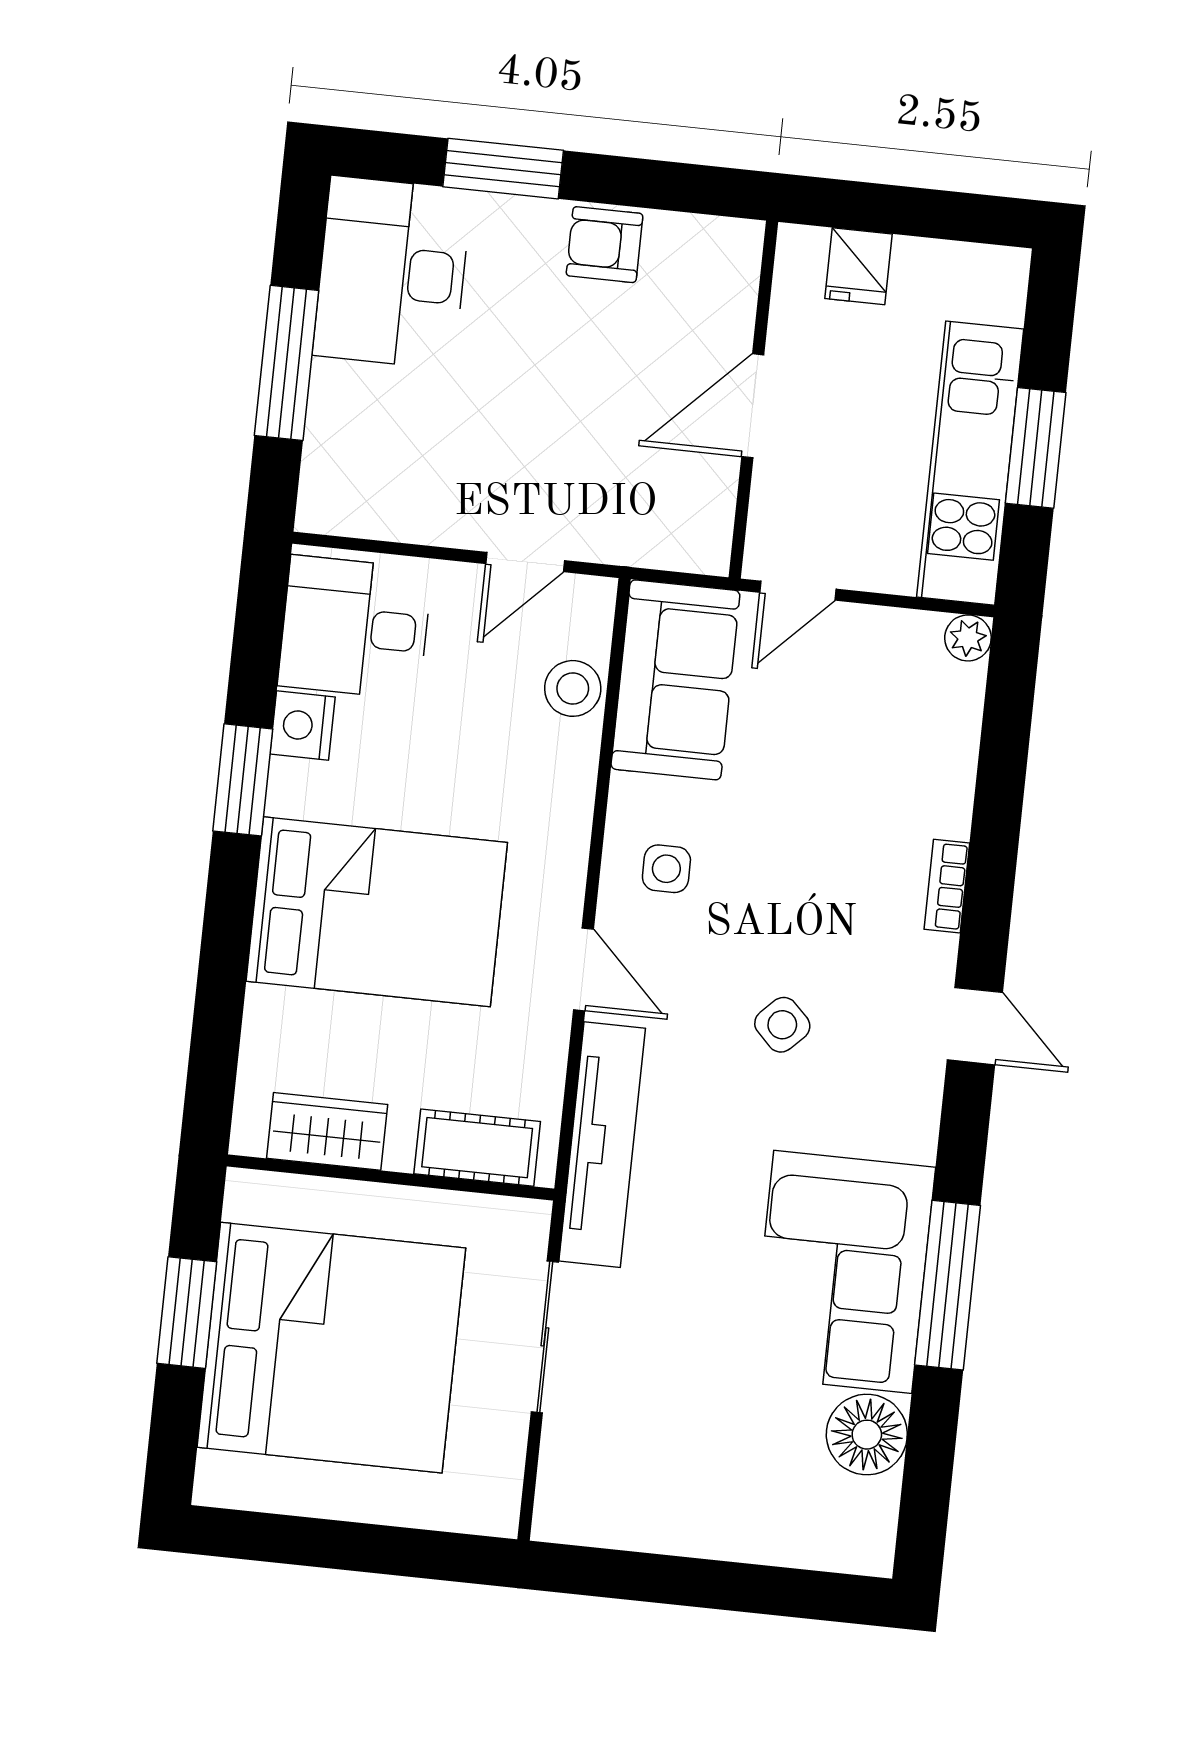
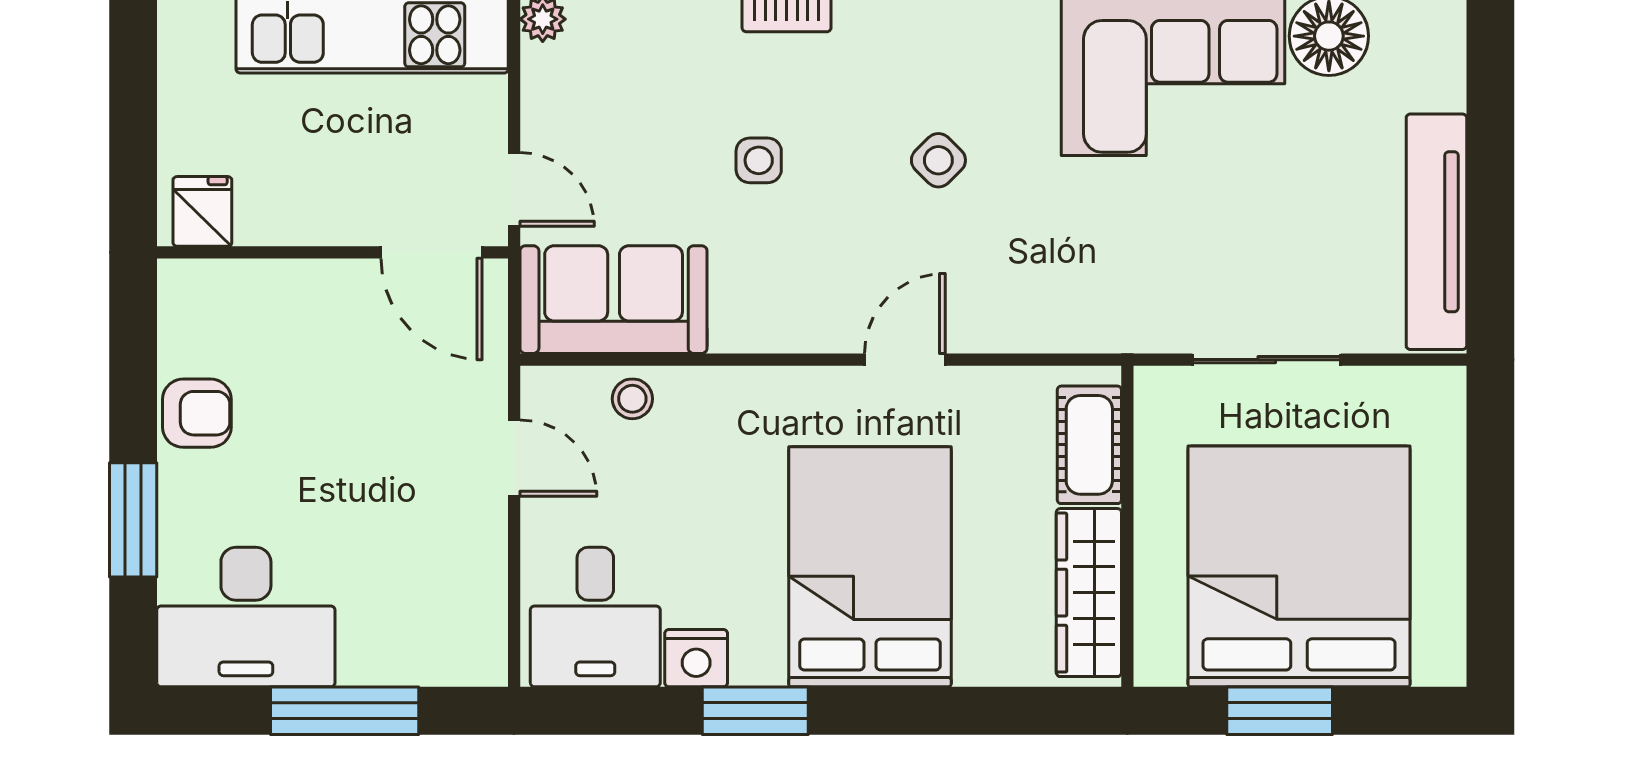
armchair: (605, 245) -> (197, 413), turned -90
fridge: (859, 266) -> (202, 211), moved, turned -90
door: (753, 406) -> (432, 252), moved
stool: (573, 688) -> (632, 399), width x0.73, depth x0.73
side table: (666, 869) -> (759, 160), moved
wardrobe: (327, 1131) -> (1089, 593), width x1.50
tv unit: (602, 1145) -> (1436, 232), moved, turned -90

